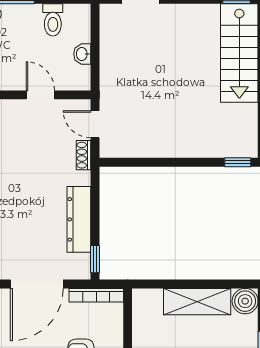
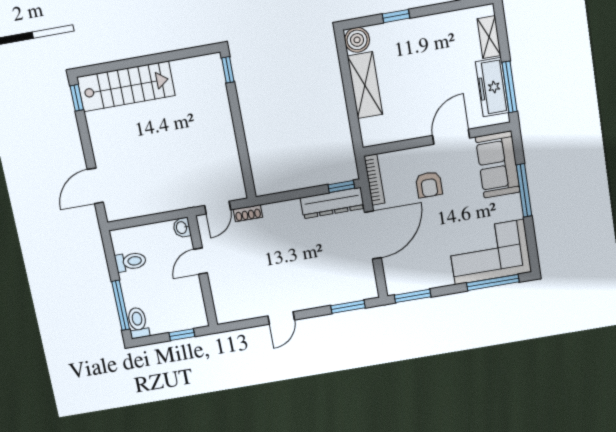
washbasin: (82, 54) -> (182, 228), moved, turned 90
dresser: (79, 219) -> (332, 203), moved
door: (37, 284) -> (373, 235), hinge flipped

